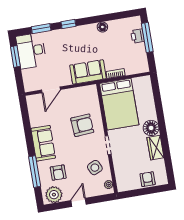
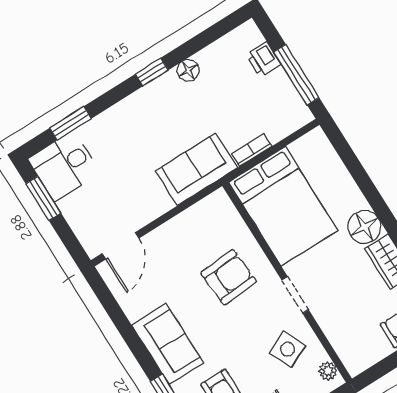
window: (68, 24) -> (152, 72), moved
window: (147, 37) -> (296, 75), moved
desk: (31, 51) -> (64, 166), width x0.73
door: (51, 90) -> (121, 246), moved

